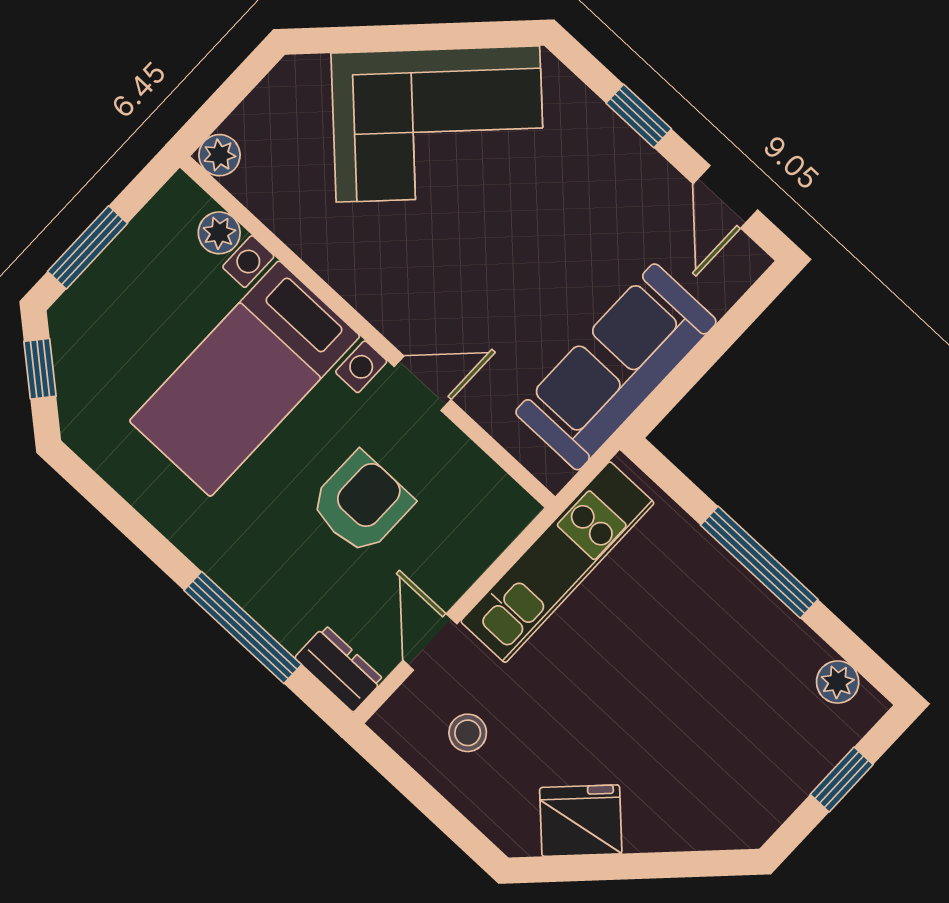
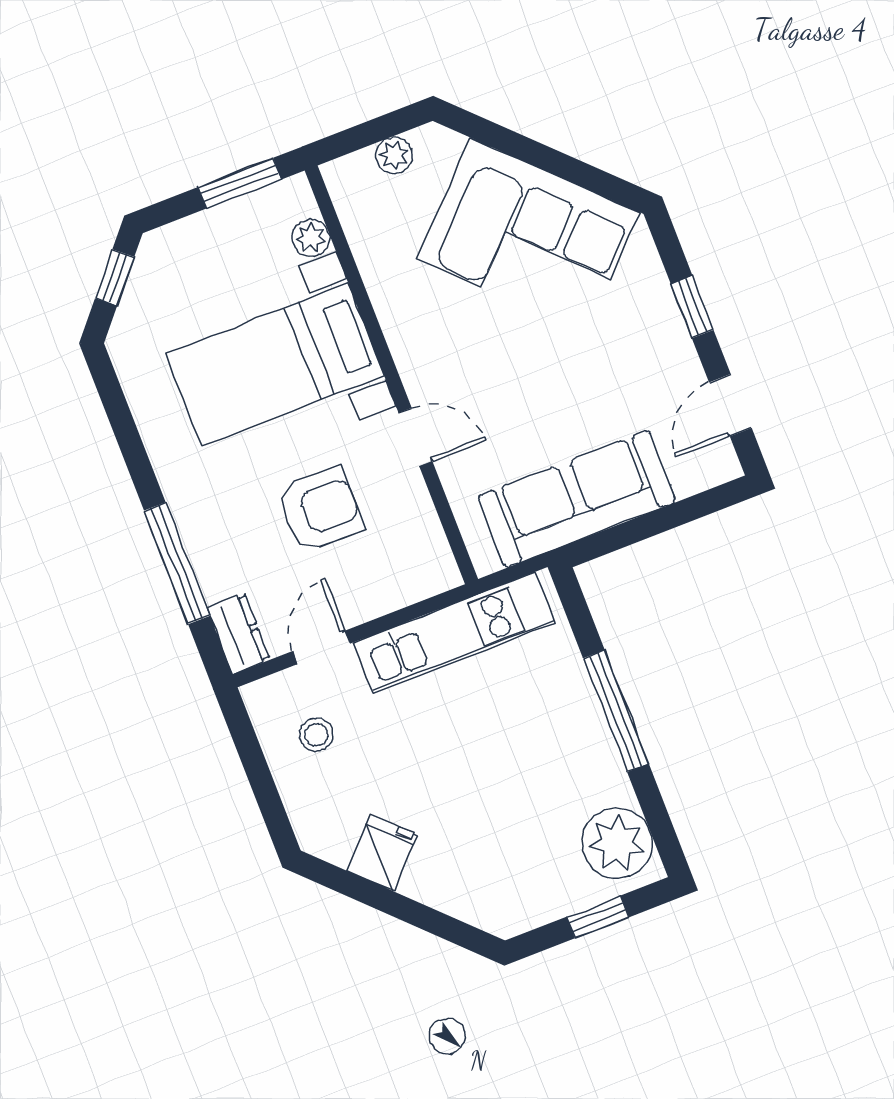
plant: (219, 155) -> (394, 155), moved
window: (88, 247) -> (240, 183), moved
plant: (838, 682) -> (617, 843), width x1.88, depth x1.88
fridge: (581, 821) -> (382, 853), width x0.72

